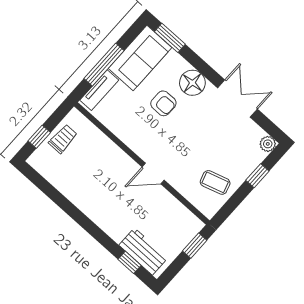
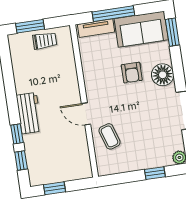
window: (39, 137) -> (30, 26), width x1.50
coffee table: (215, 182) -> (109, 136), moved
window: (107, 242) -> (17, 134), added
window: (195, 246) -> (55, 188), moved
workbench: (143, 252) -> (29, 113), moved

